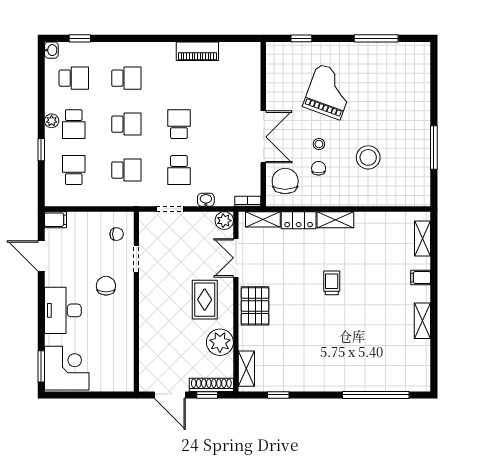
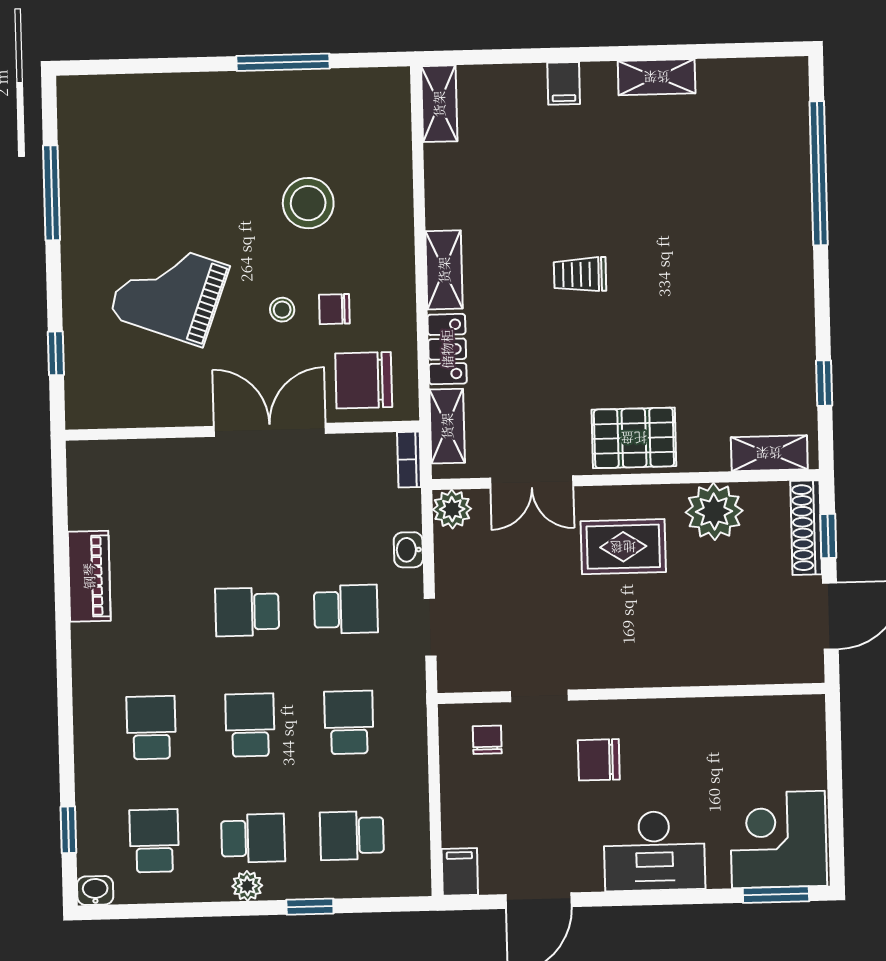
shelving: (422, 239) -> (439, 104), moved, turned 90

